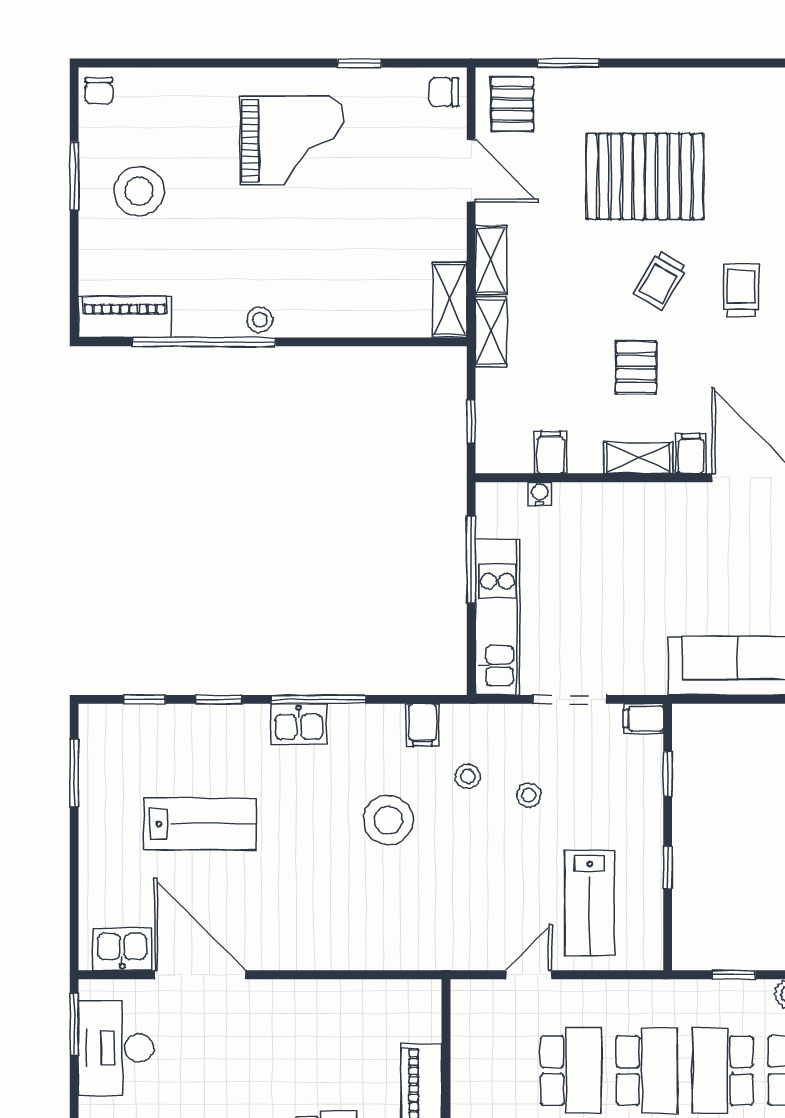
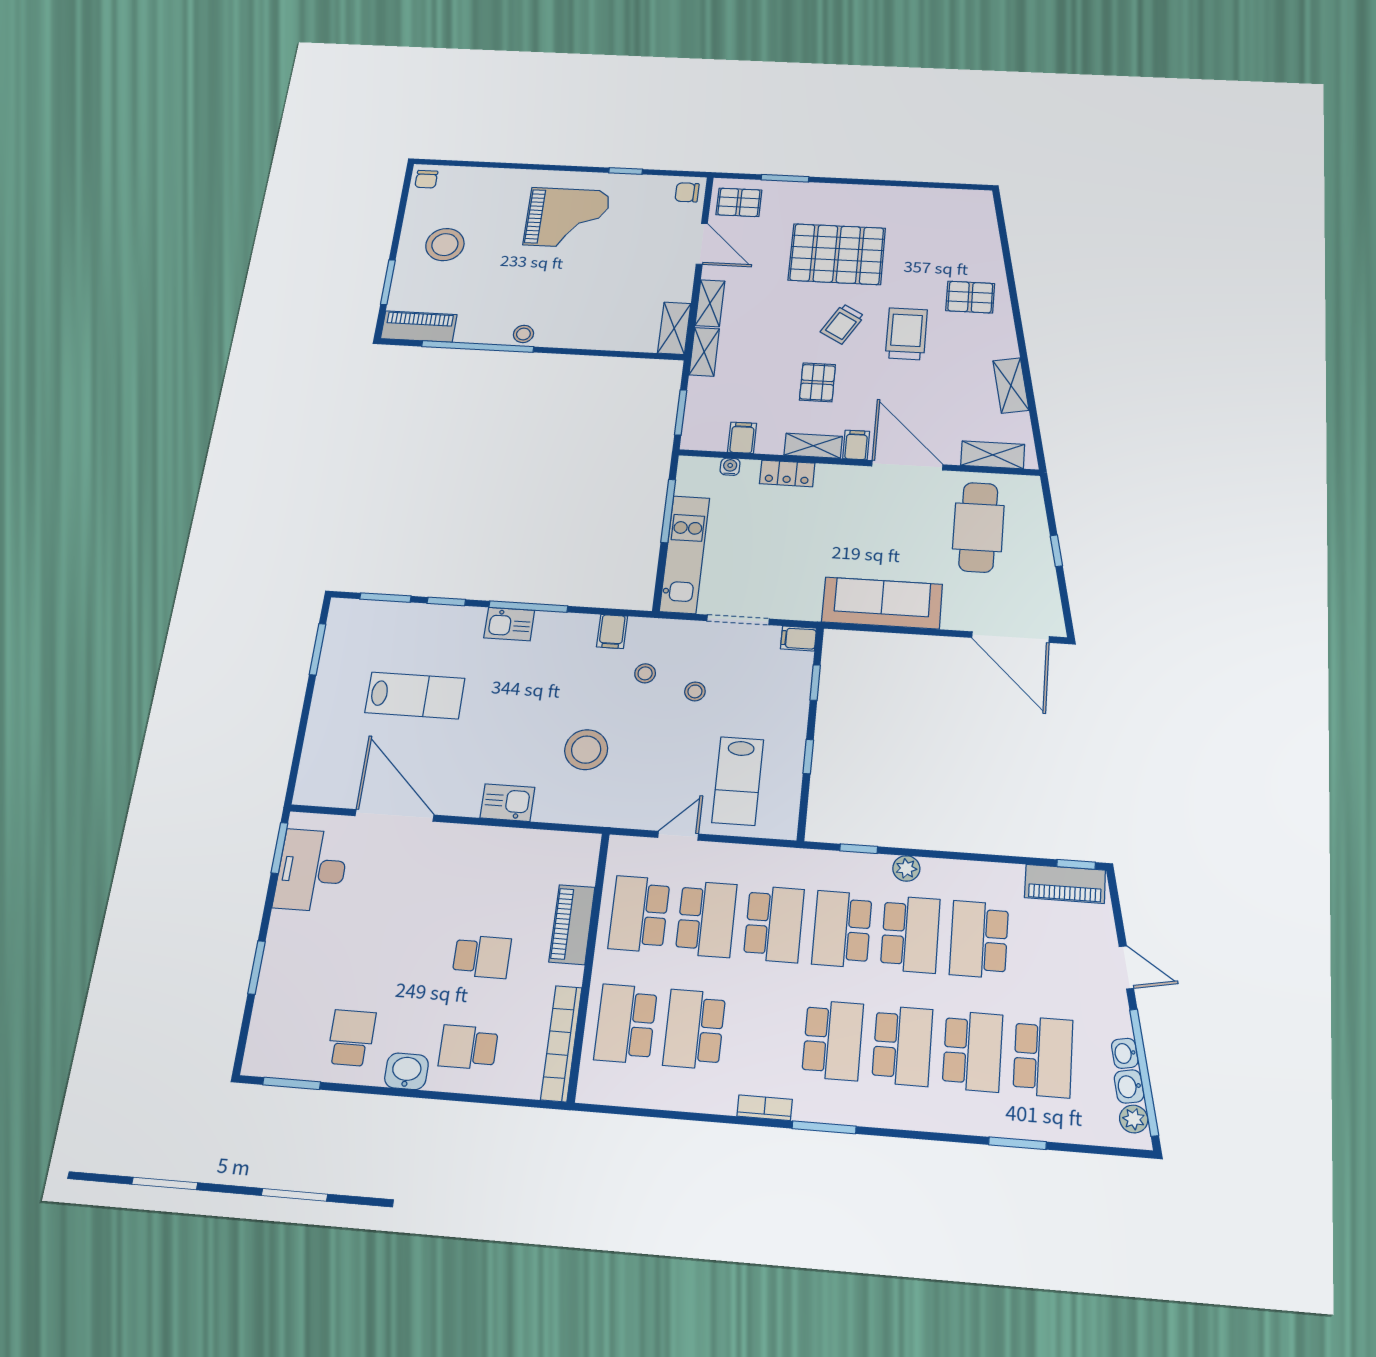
pallet: (512, 104) -> (739, 202), turned 90
window: (74, 176) -> (388, 282), moved
trolley: (741, 290) -> (906, 334), width x1.36, depth x1.39
window: (471, 421) -> (681, 412), width x1.50
locker: (610, 498) -> (787, 473), added
window: (144, 699) -> (385, 598), width x1.50
stool: (388, 820) -> (586, 750), moved
kitchen sink: (122, 949) -> (507, 803), moved
school desk: (495, 1071) -> (639, 914), added

